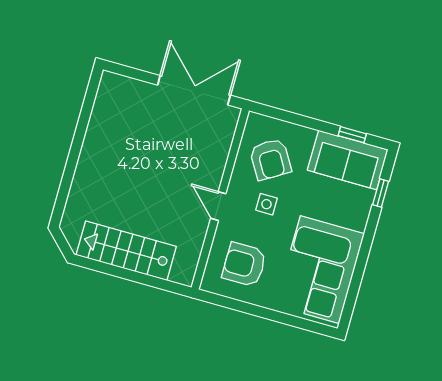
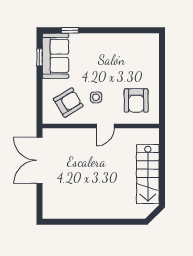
corner sofa: (320, 270) -> (126, 54), removed

